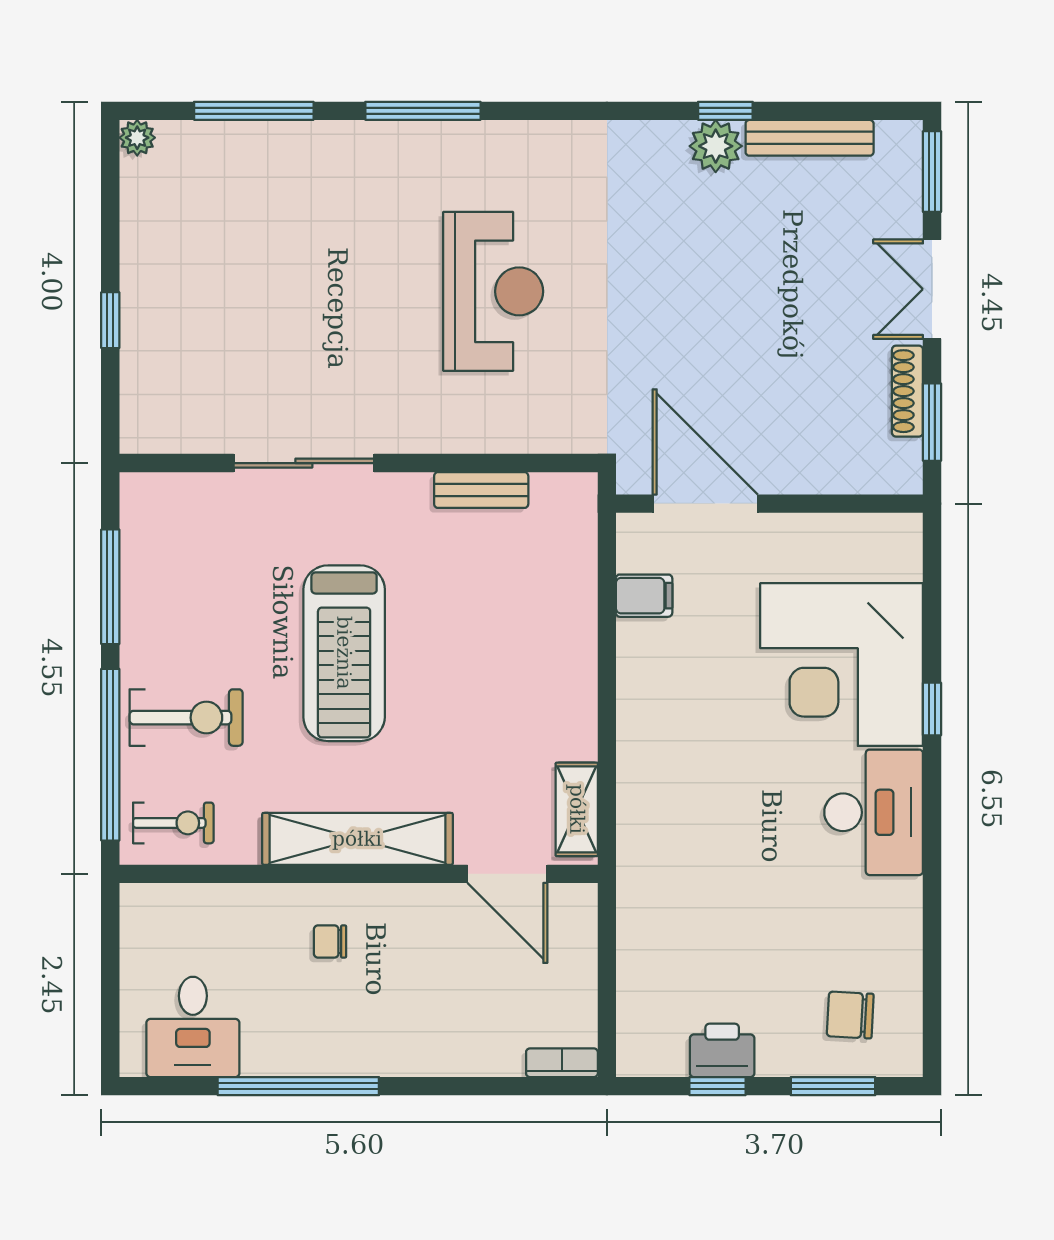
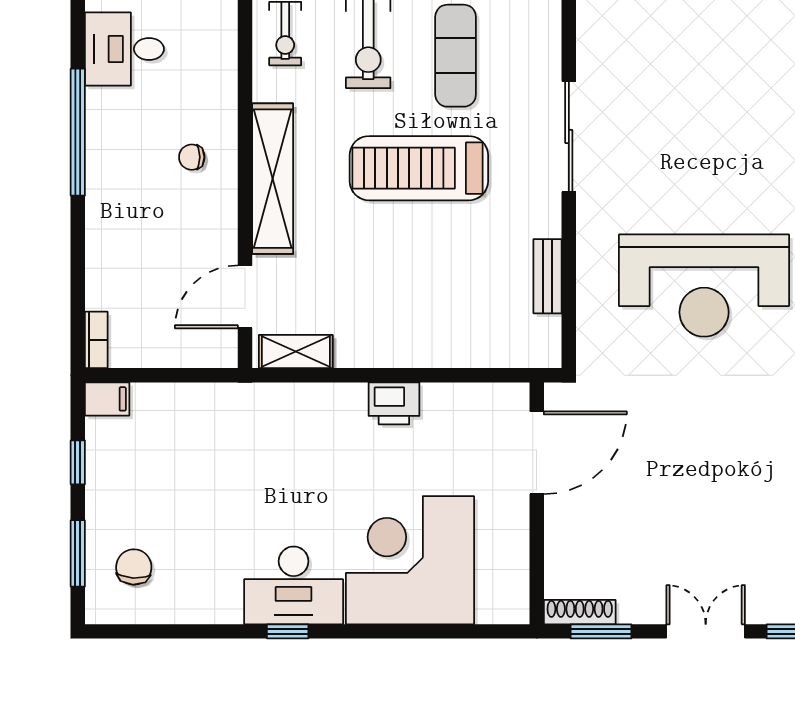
reception desk: (493, 291) -> (704, 286), width x1.36, depth x1.30
shoe rack: (907, 391) -> (580, 612), moved
filing cabinet: (644, 596) -> (107, 399), moved, turned -90
exercise mat: (201, 607) -> (456, 56), added
window: (932, 709) -> (288, 631), moved
chair: (330, 941) -> (192, 157), turned -90
printer: (722, 1050) -> (394, 403), moved, turned 90

